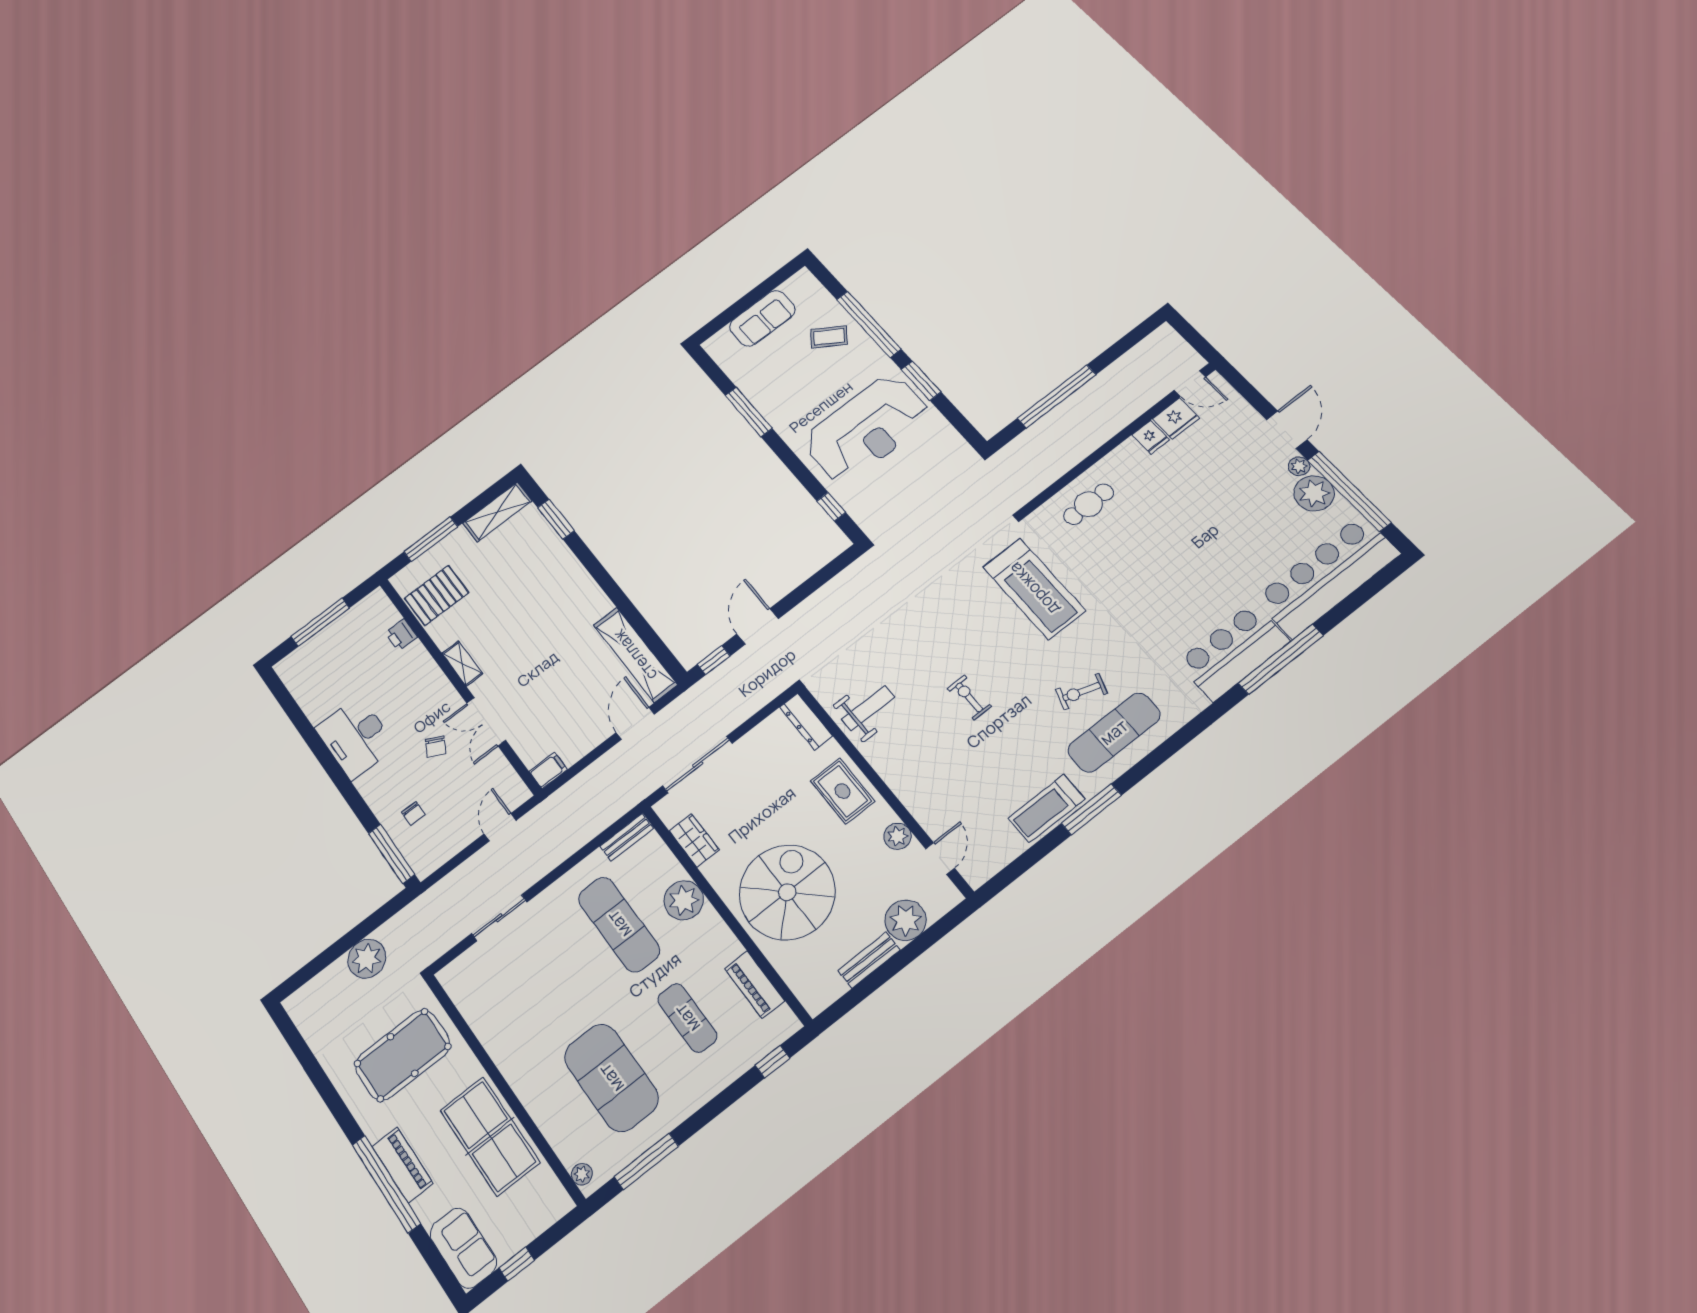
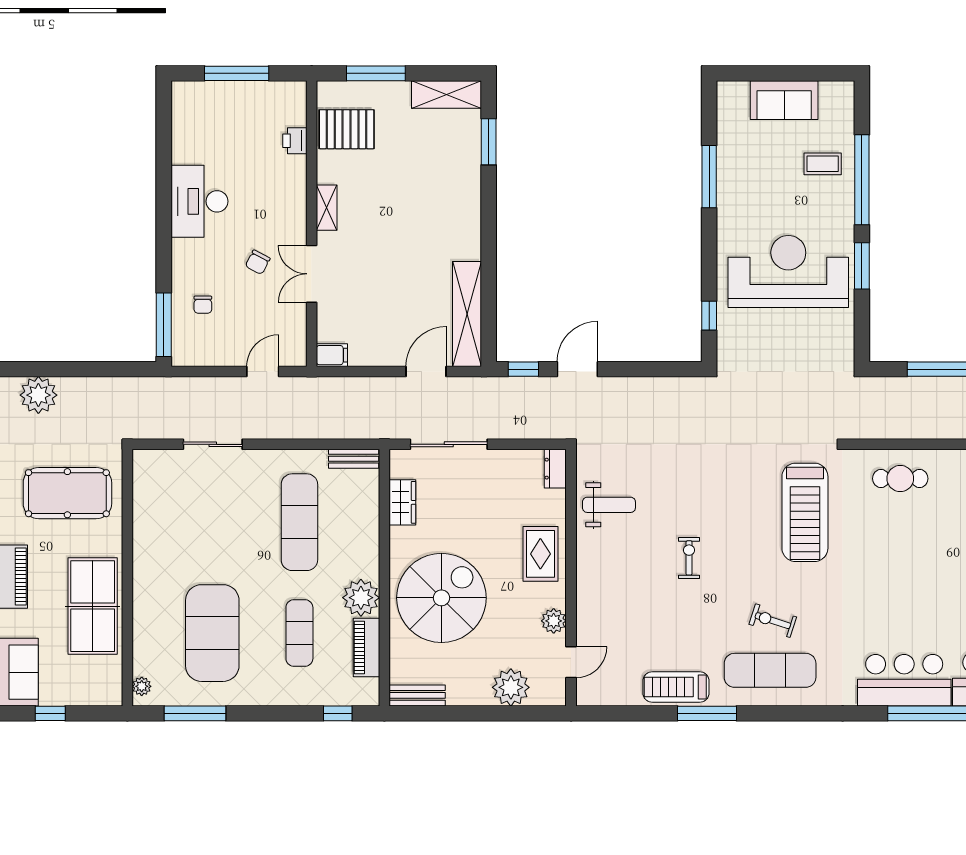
coffee table: (829, 337) -> (823, 164), turned -35
reception desk: (867, 428) -> (788, 271), turned 180
dresser: (806, 722) -> (555, 469), width x0.70
plant: (684, 900) -> (361, 598), moved
plant: (367, 959) -> (38, 395), moved
bench: (869, 960) -> (417, 695), moved

